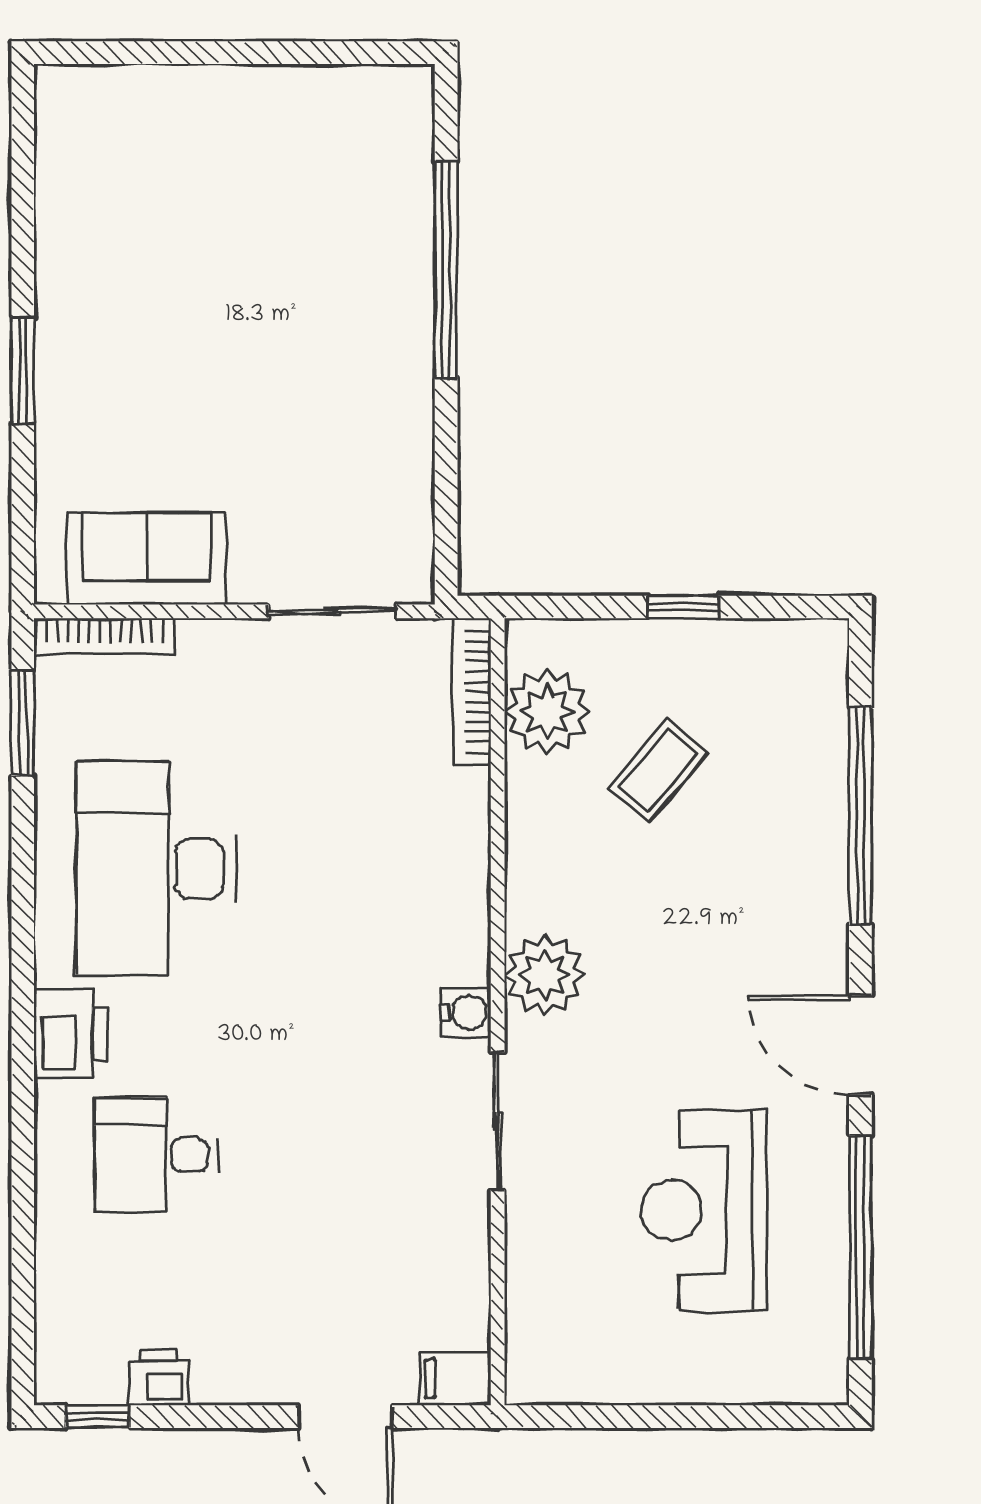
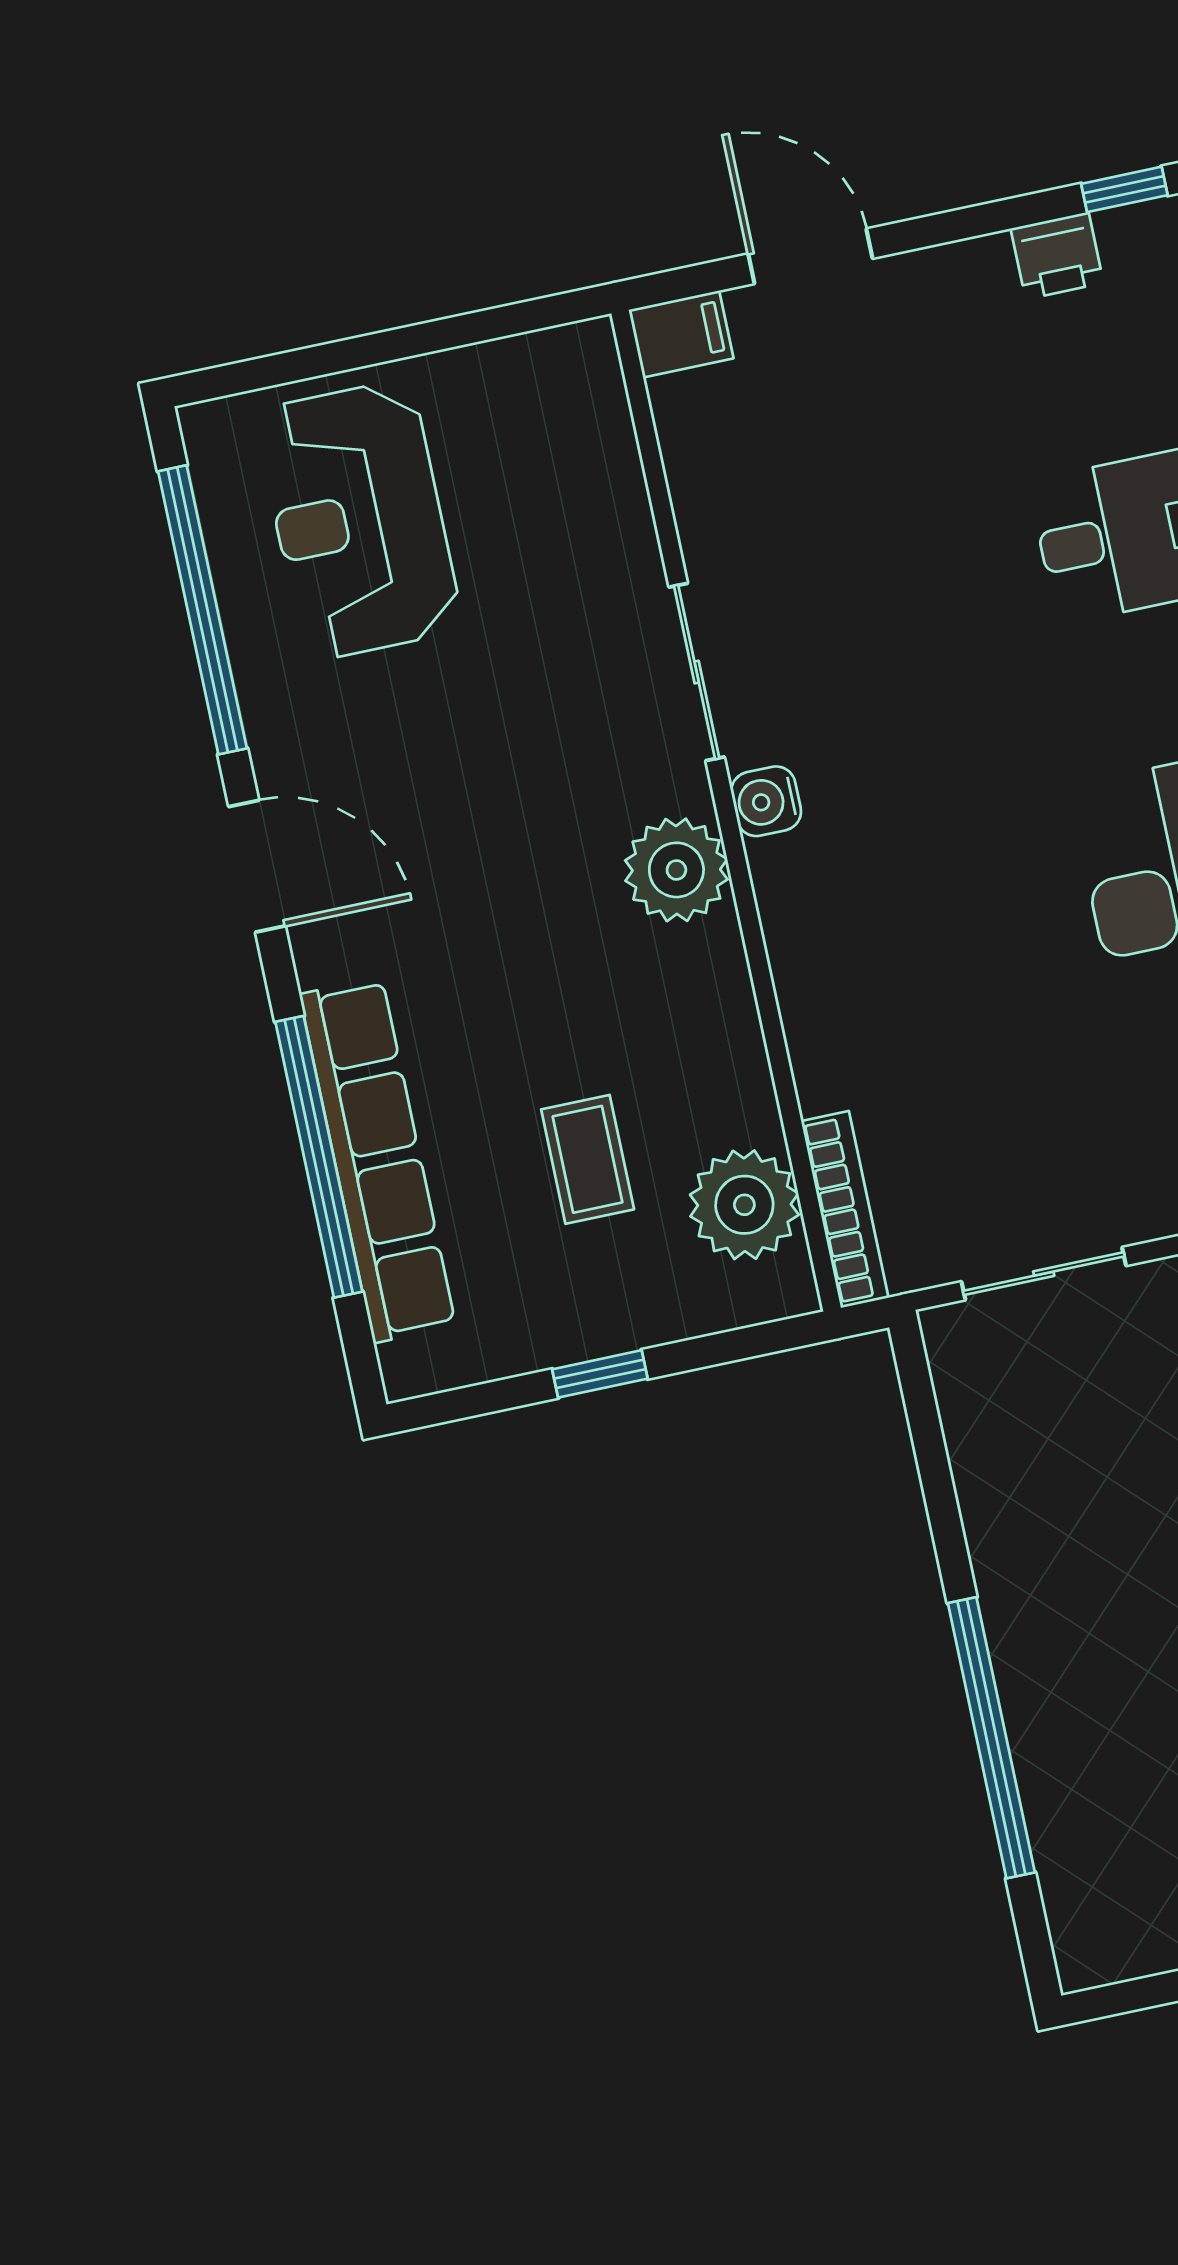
coffee table: (658, 771) -> (588, 1159), turned -40
row of seats: (817, 804) -> (378, 1160), added
reception desk: (704, 1210) -> (359, 520), moved, turned 180

